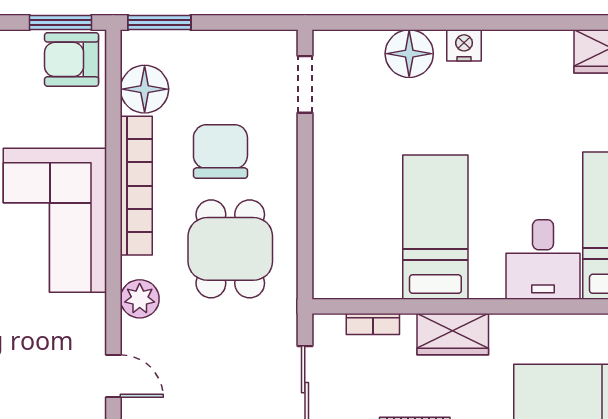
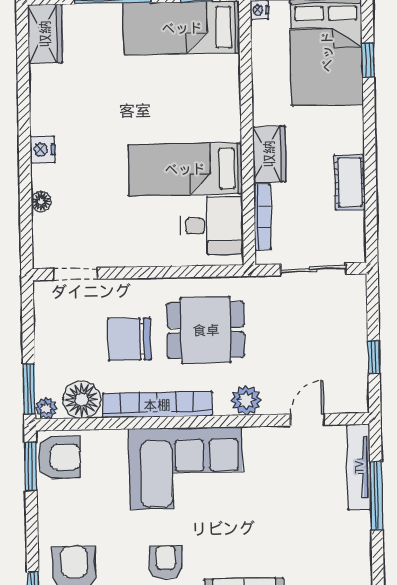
plant: (134, 44) -> (46, 408), added
floor lamp: (409, 54) -> (41, 202), width x0.53, depth x0.53
armchair: (72, 59) -> (59, 457), turned -90
desk: (543, 259) -> (212, 226), moved
bookcase: (373, 324) -> (262, 217), width x1.56

